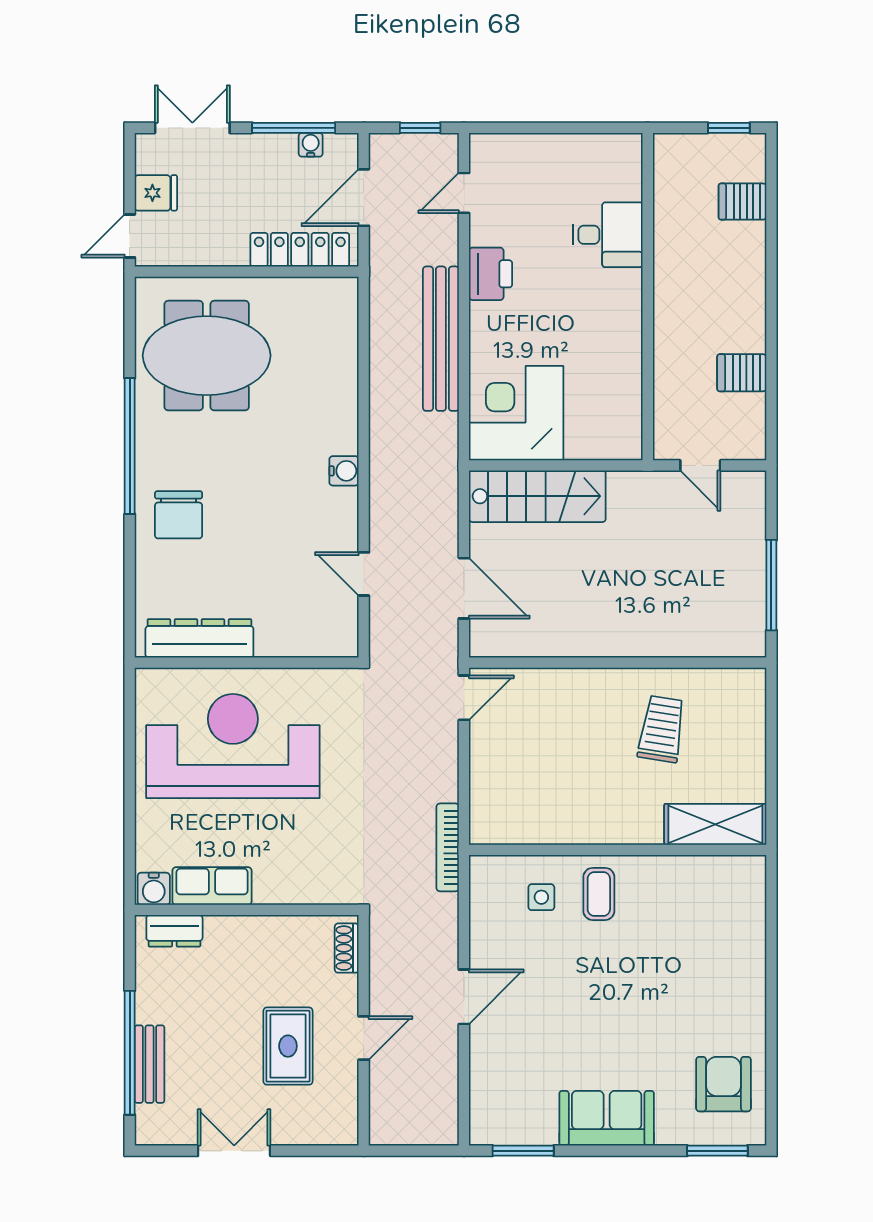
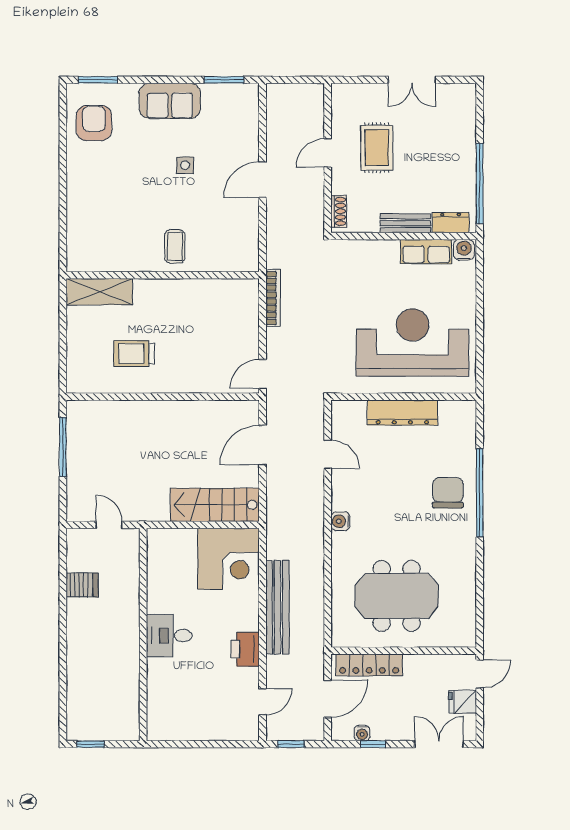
double door: (192, 128) -> (439, 744), swing flipped
window: (294, 128) -> (373, 744), width x0.46
server rack: (742, 202) -> (82, 696), removed
desk: (608, 235) -> (169, 636), moved
meeting table: (207, 356) -> (397, 596), moved
window: (130, 446) -> (480, 493), moved
door: (464, 588) -> (263, 445), hinge flipped
dresser: (199, 638) -> (402, 413), moved
trolley: (662, 729) -> (134, 354), turned 81
reception desk: (233, 746) -> (413, 343), turned 180
bookcase: (448, 847) -> (273, 298), moved
side table: (541, 897) -> (185, 165), moved
window: (130, 1053) -> (480, 184), moved
bench: (149, 1064) -> (405, 223), moved, turned 90
armchair: (724, 1084) -> (94, 123), turned 180

